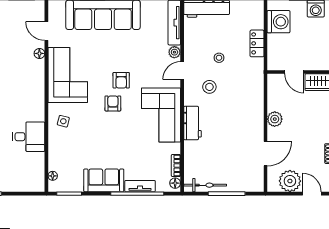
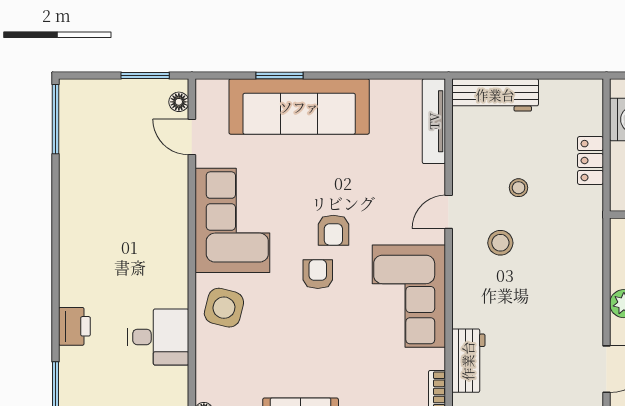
plant: (174, 52) -> (434, 177), removed
floor lamp: (39, 53) -> (179, 102), moved
side table: (63, 121) -> (224, 308), width x1.87, depth x1.87
workbench: (192, 123) -> (468, 361), moved

